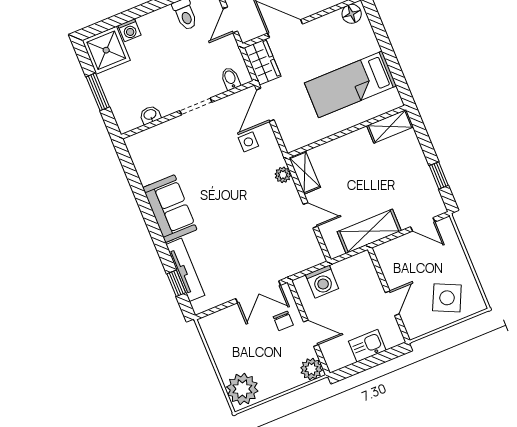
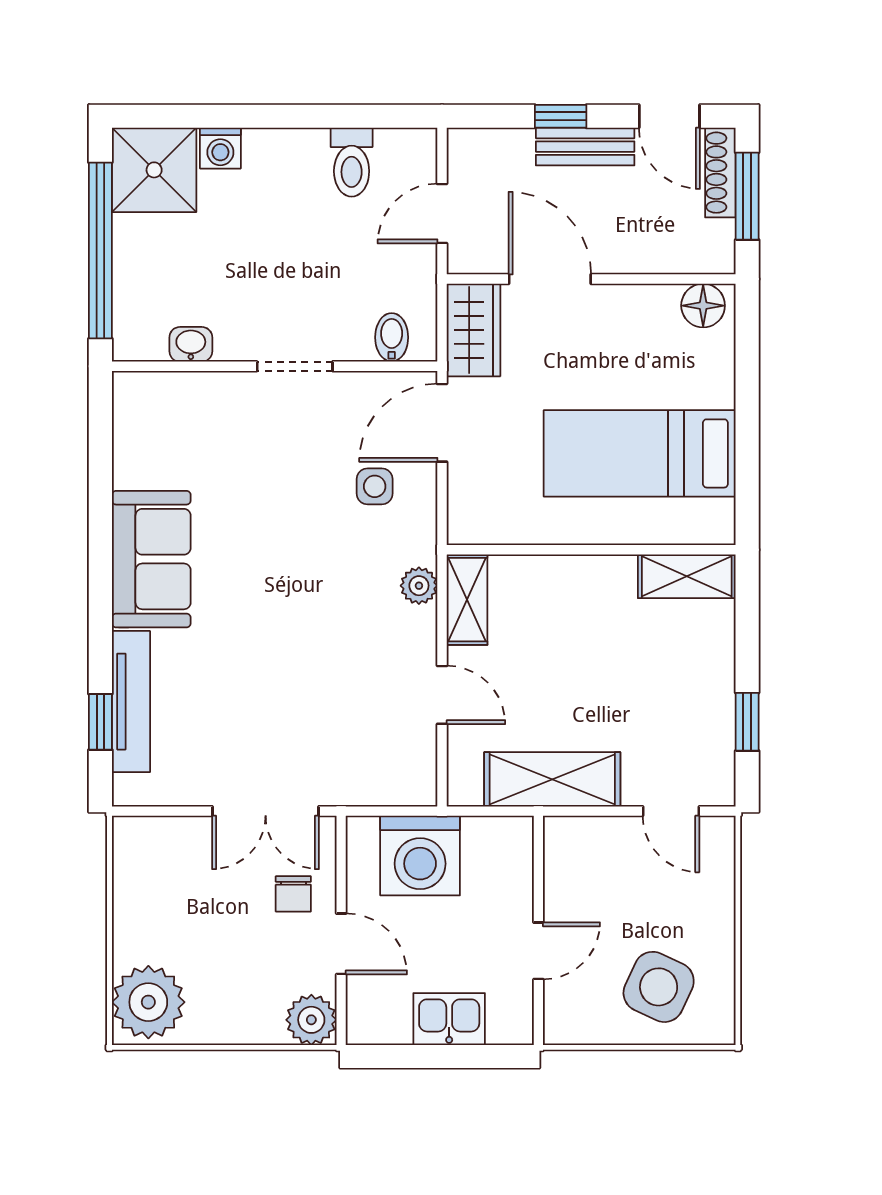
window: (98, 92) -> (100, 250), width x2.11
washing machine: (322, 282) -> (420, 856), width x1.37, depth x1.37

